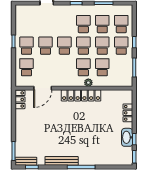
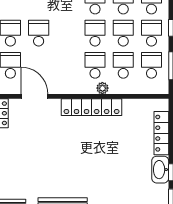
school desk: (64, 46) -> (151, 65), moved
door: (43, 88) -> (35, 96), swing flipped
locker: (128, 113) -> (161, 133), width x1.53

